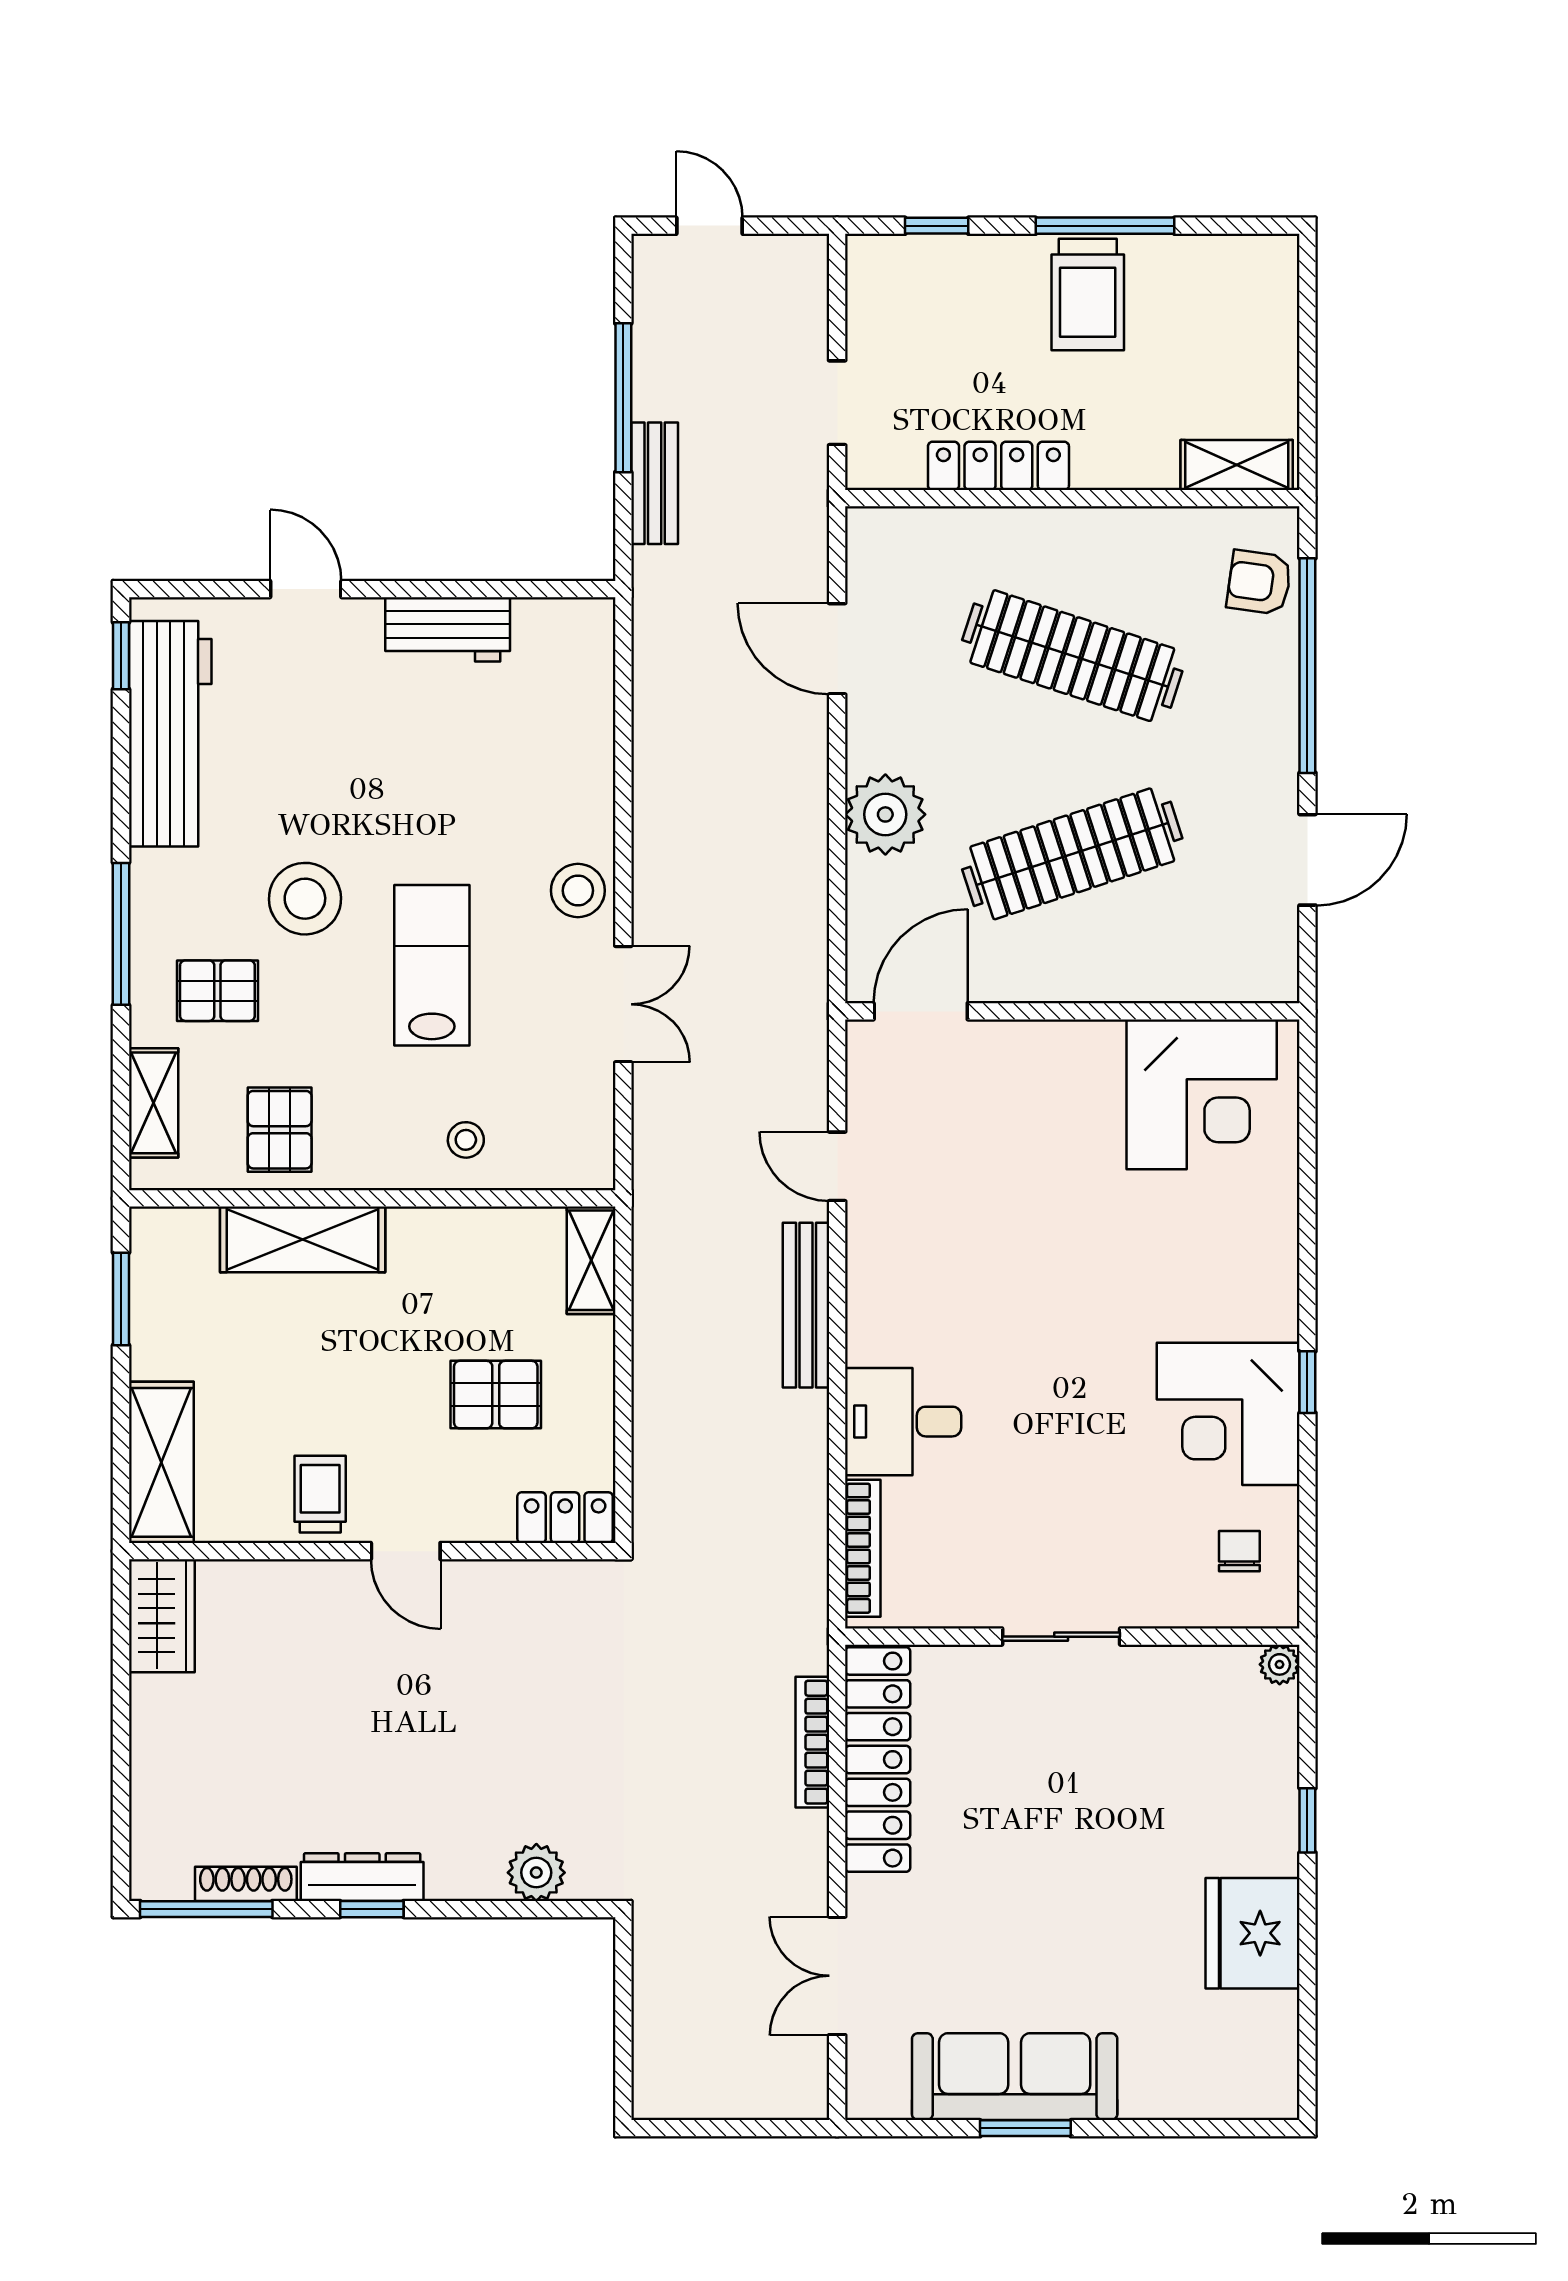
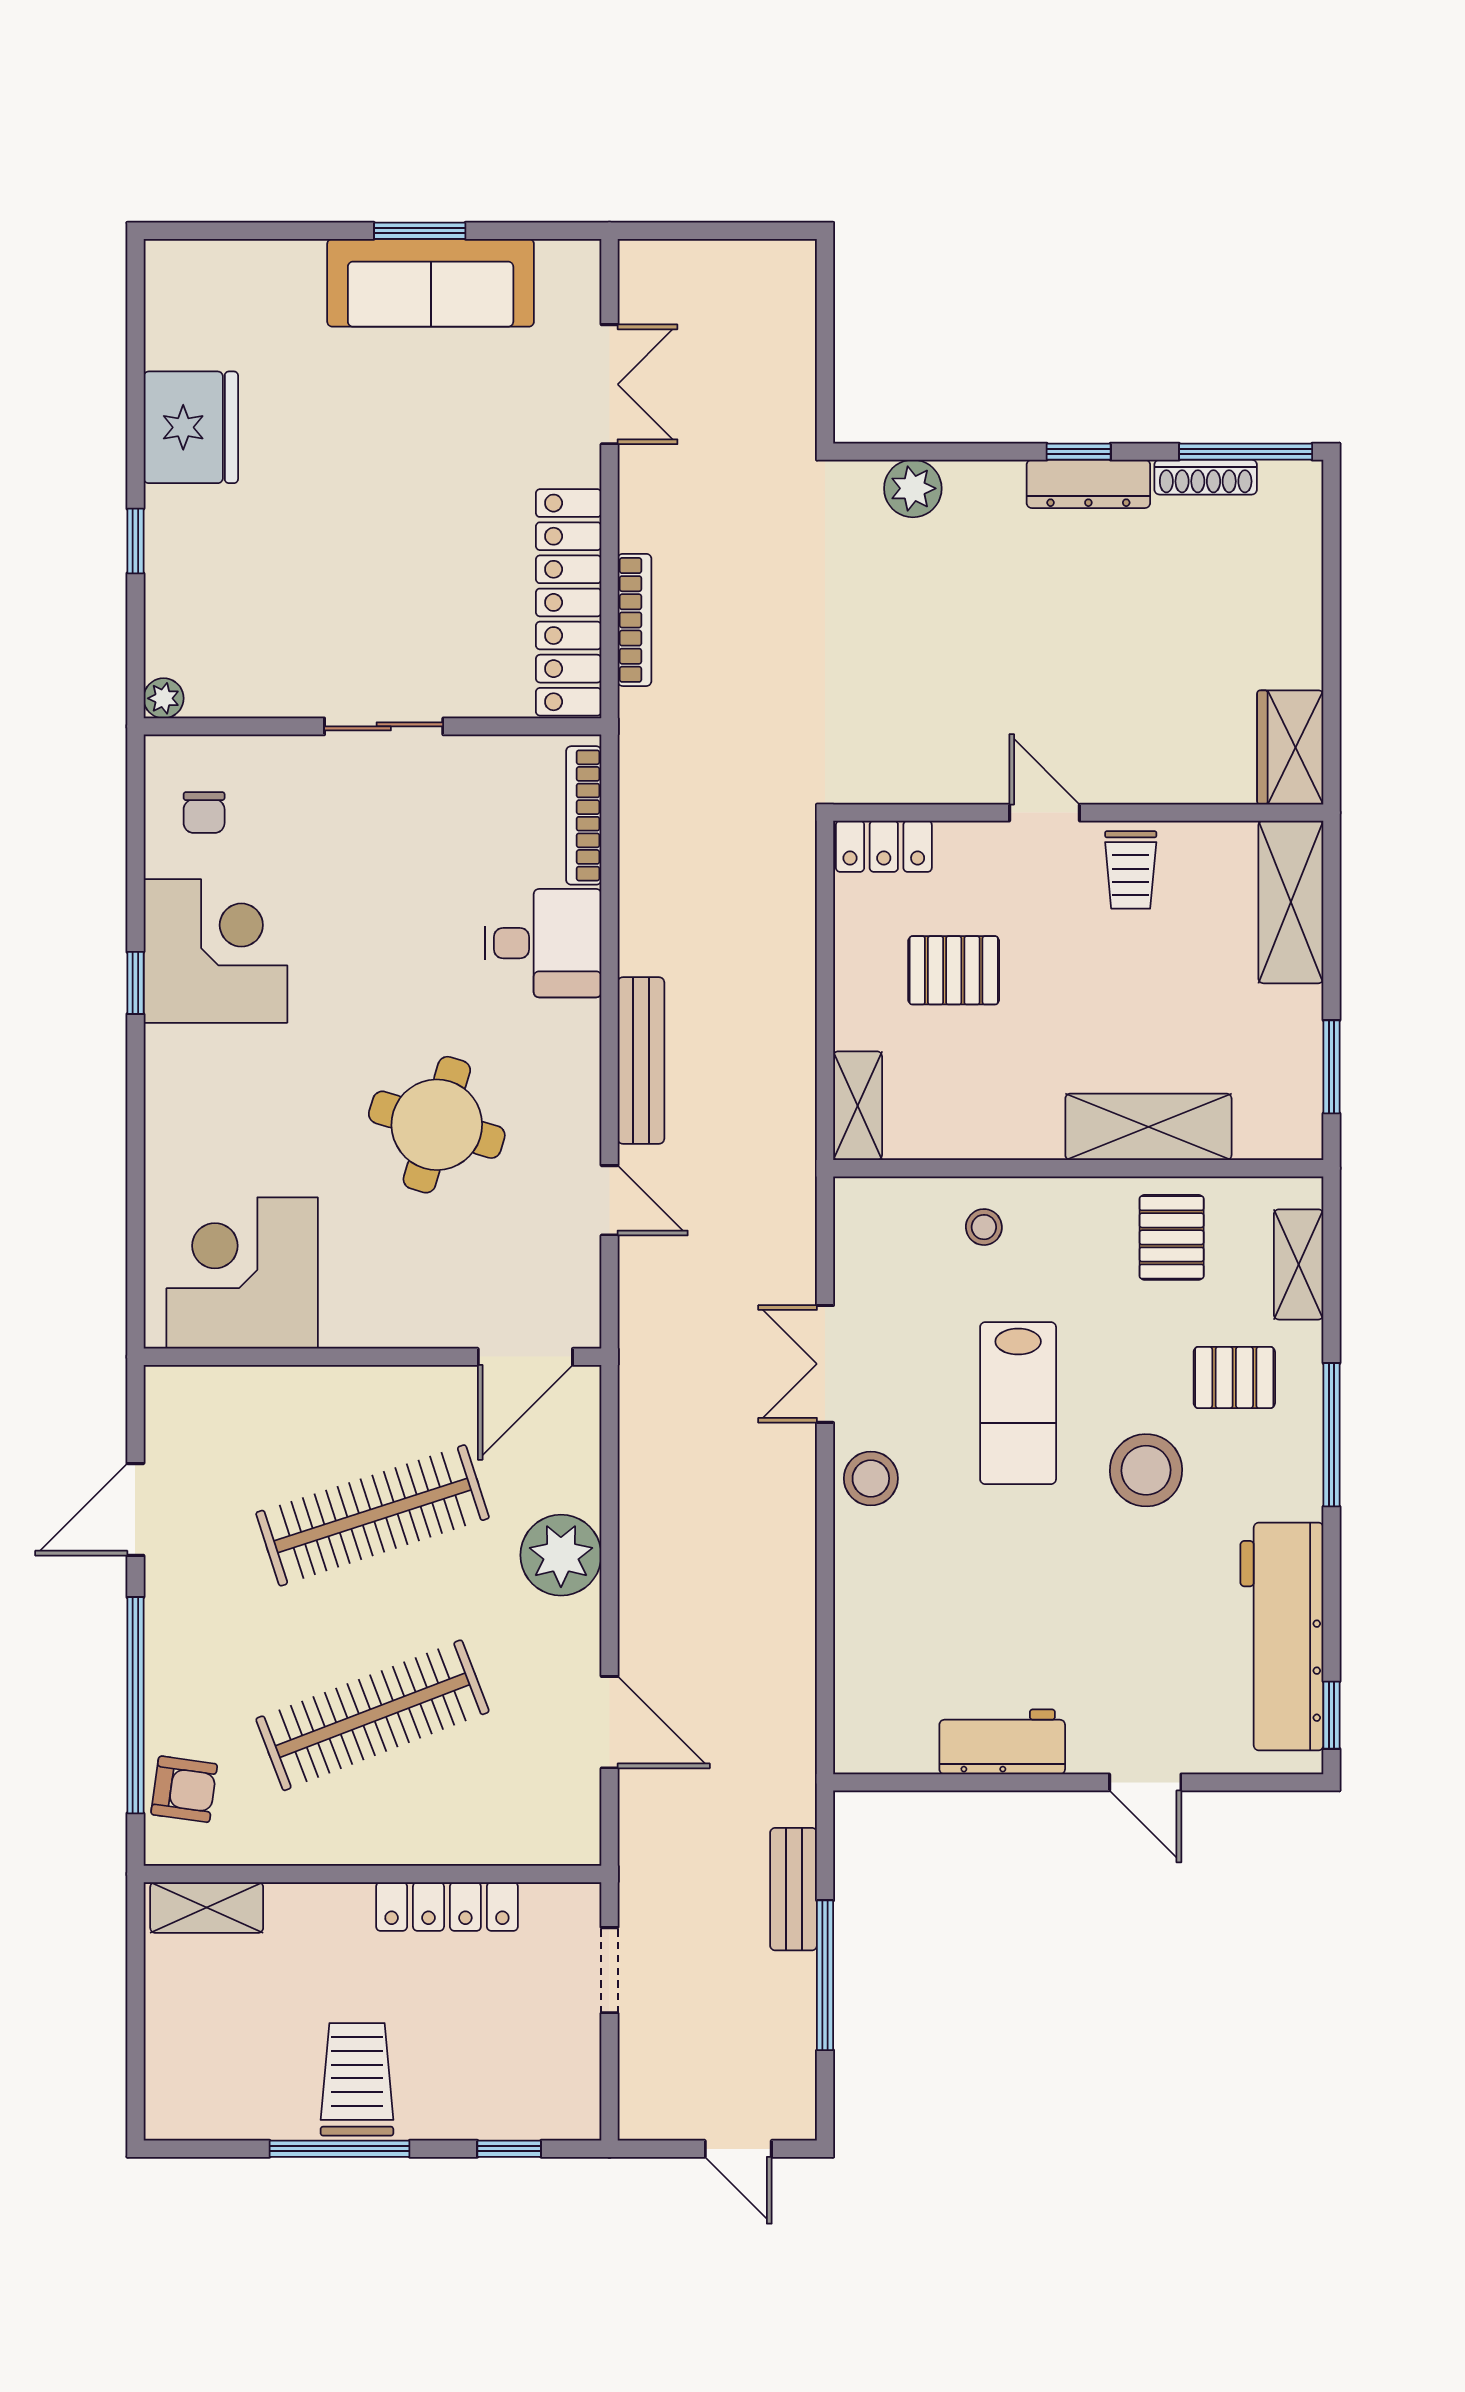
clothes rail: (1072, 656) -> (372, 1715), turned -39
round table: (1008, 1241) -> (437, 1125), added

